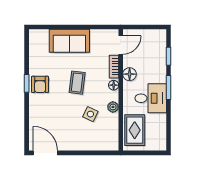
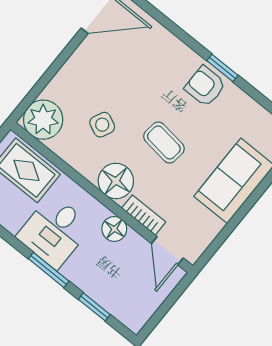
floor lamp: (114, 85) -> (116, 181), width x1.89, depth x1.89
plant: (113, 107) -> (43, 120), moved, width x1.88, depth x1.88

